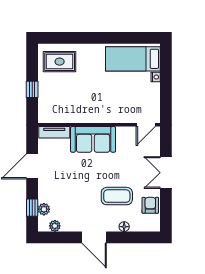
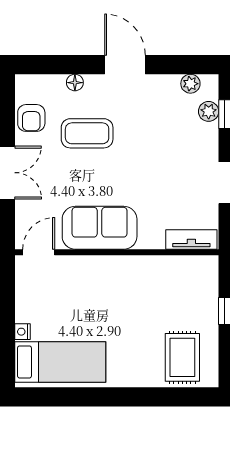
rug: (60, 62) -> (182, 357), turned 90
sofa: (93, 139) -> (100, 228), moved

